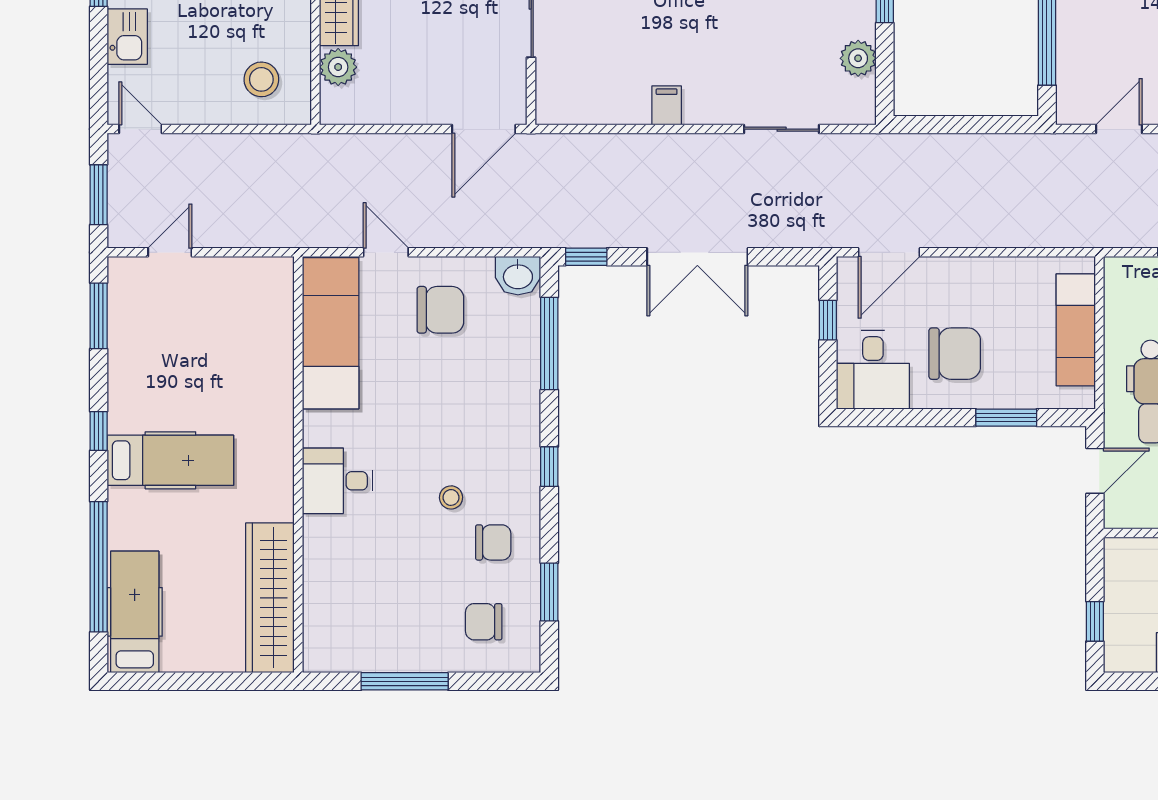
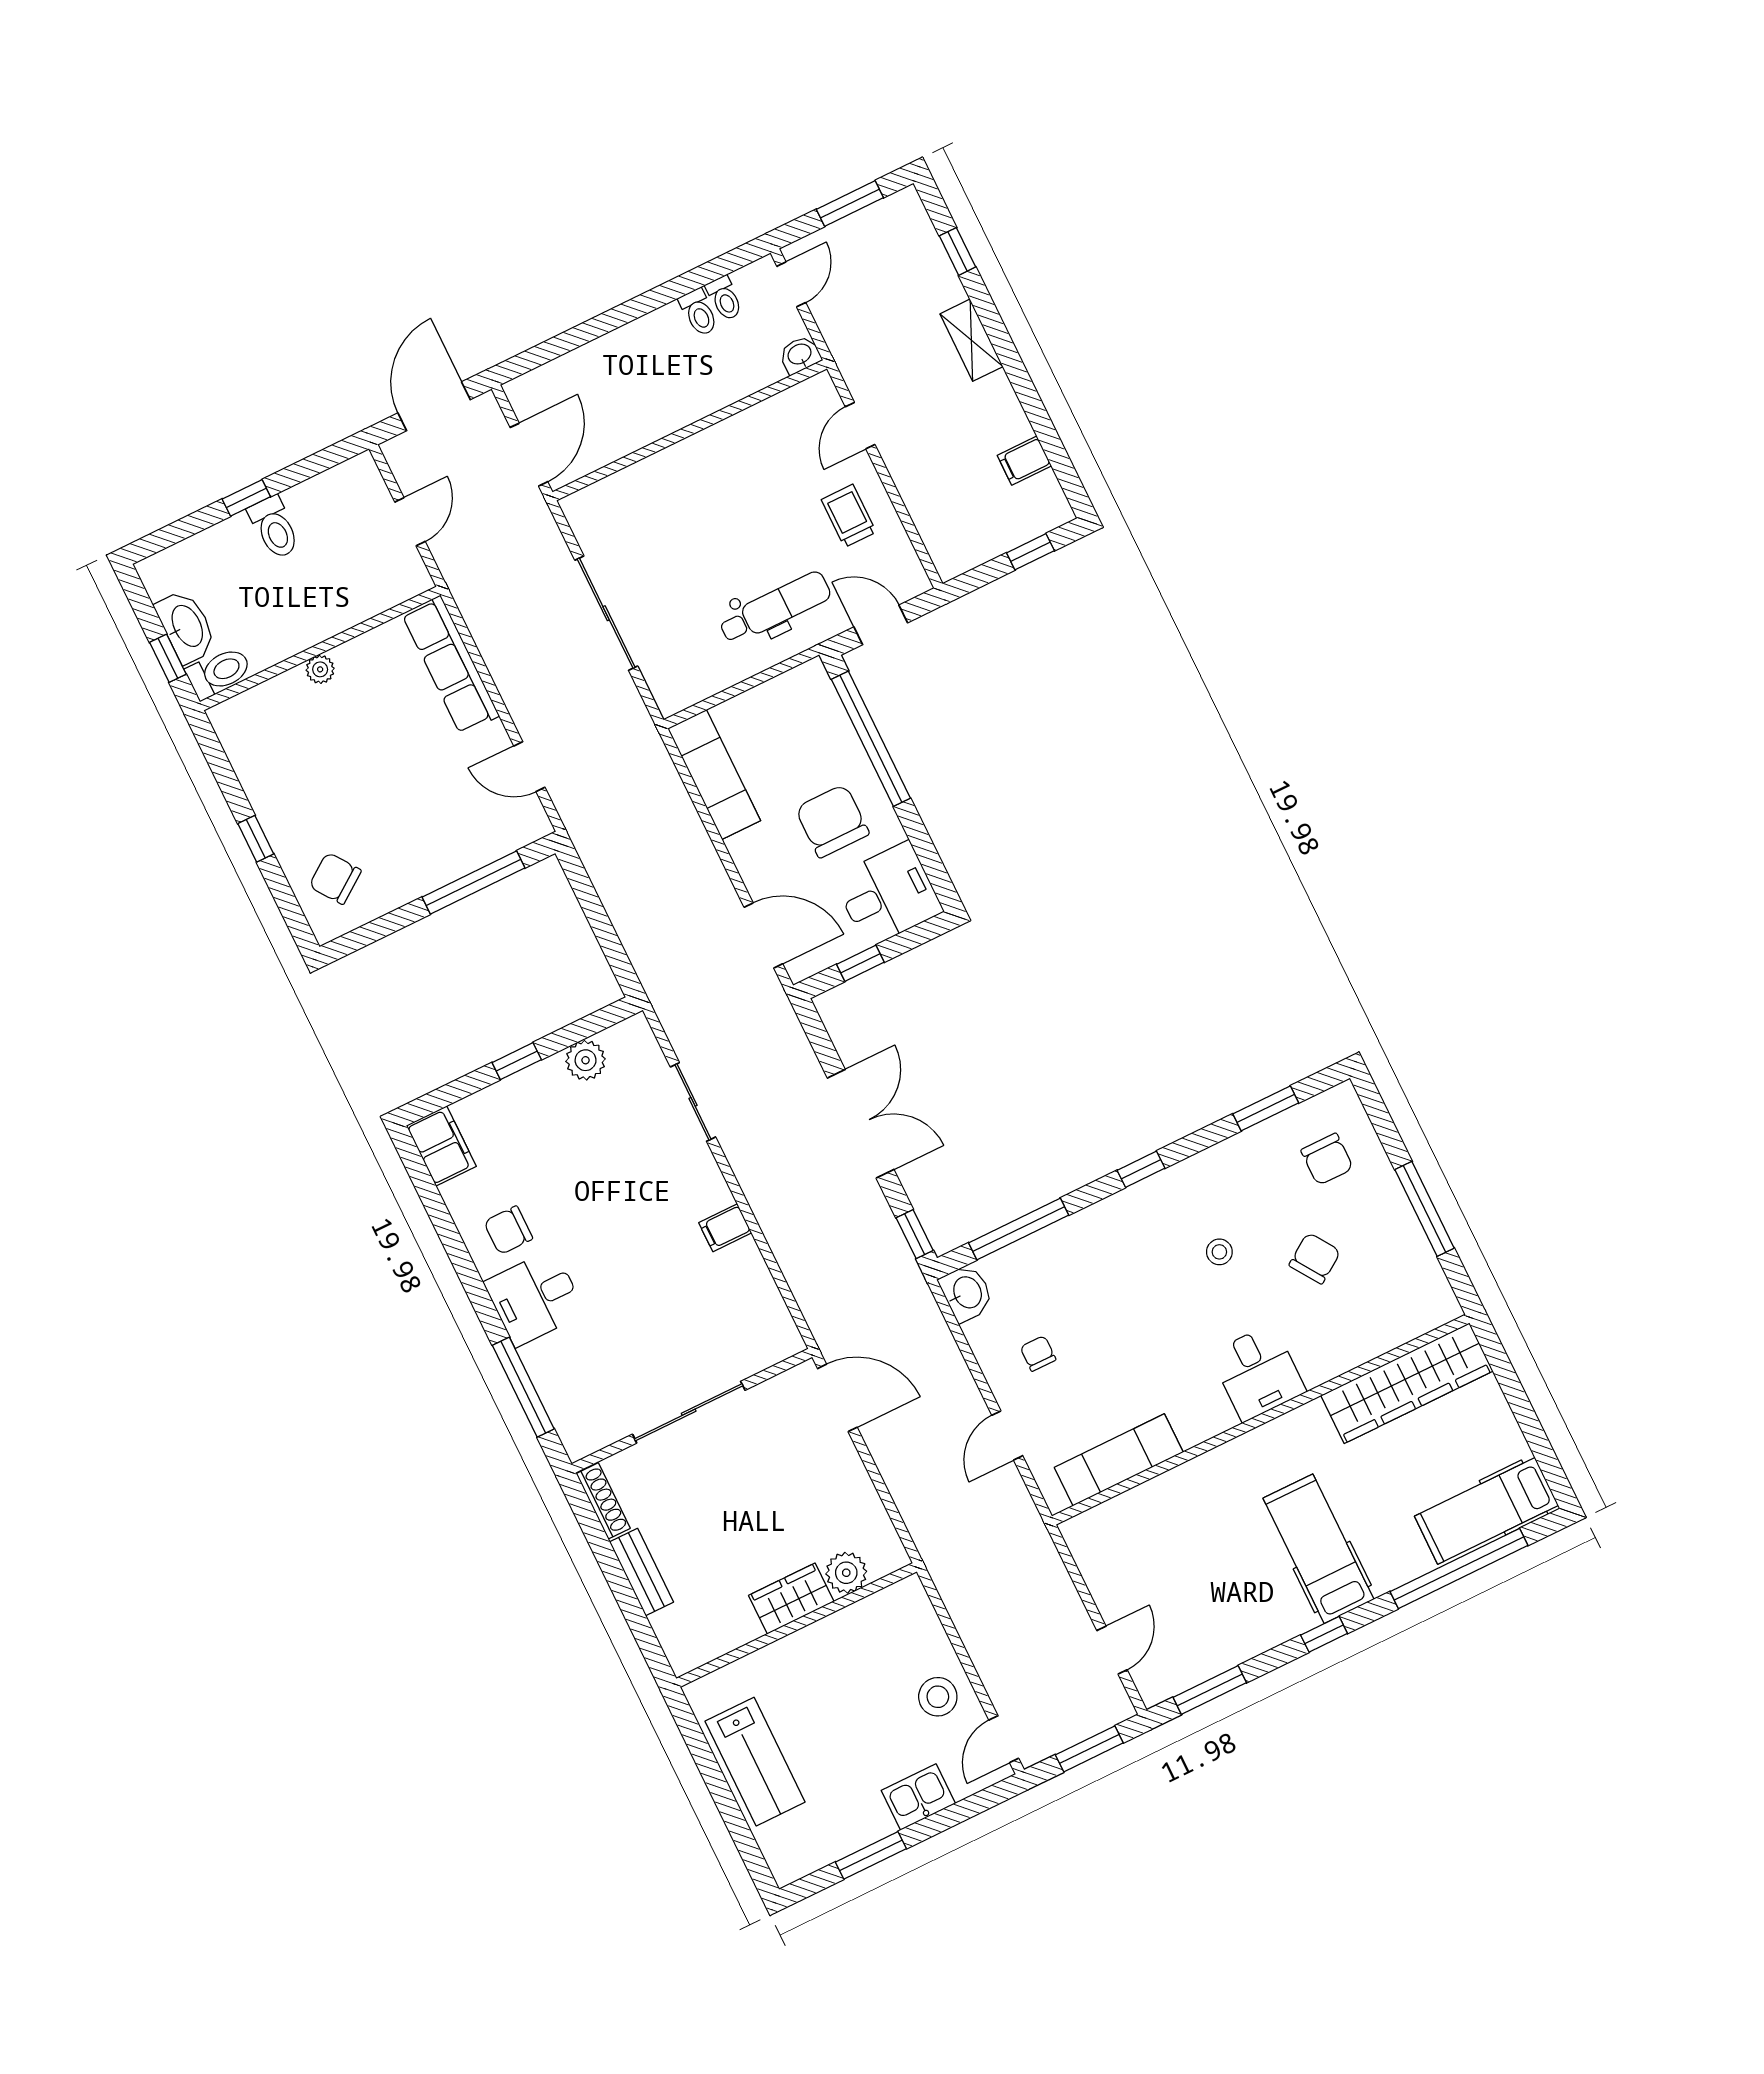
stool: (261, 79) -> (938, 1697), moved
door: (170, 252) -> (1112, 1650), swing flipped
chair: (440, 310) -> (1038, 1353), width x0.54, depth x0.54
exam couch: (1076, 330) -> (714, 775), moved, turned -90
exam couch: (331, 333) -> (1119, 1460), width x0.73, depth x0.69
window: (1006, 418) -> (871, 739), width x2.11
chair: (493, 542) -> (1315, 1258), moved, turned 56

